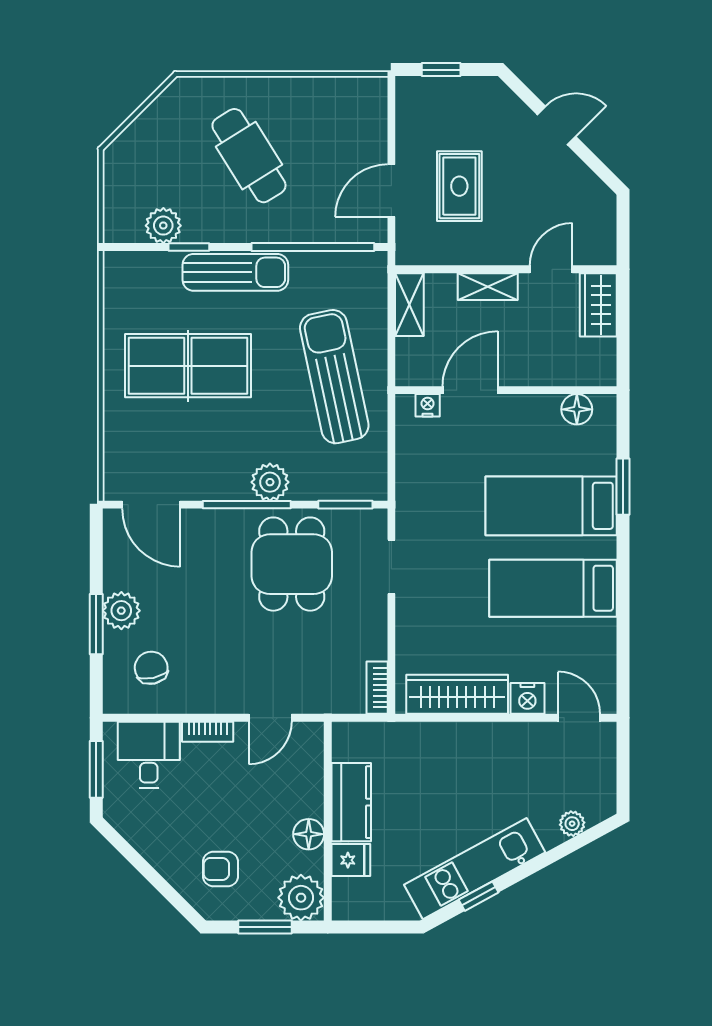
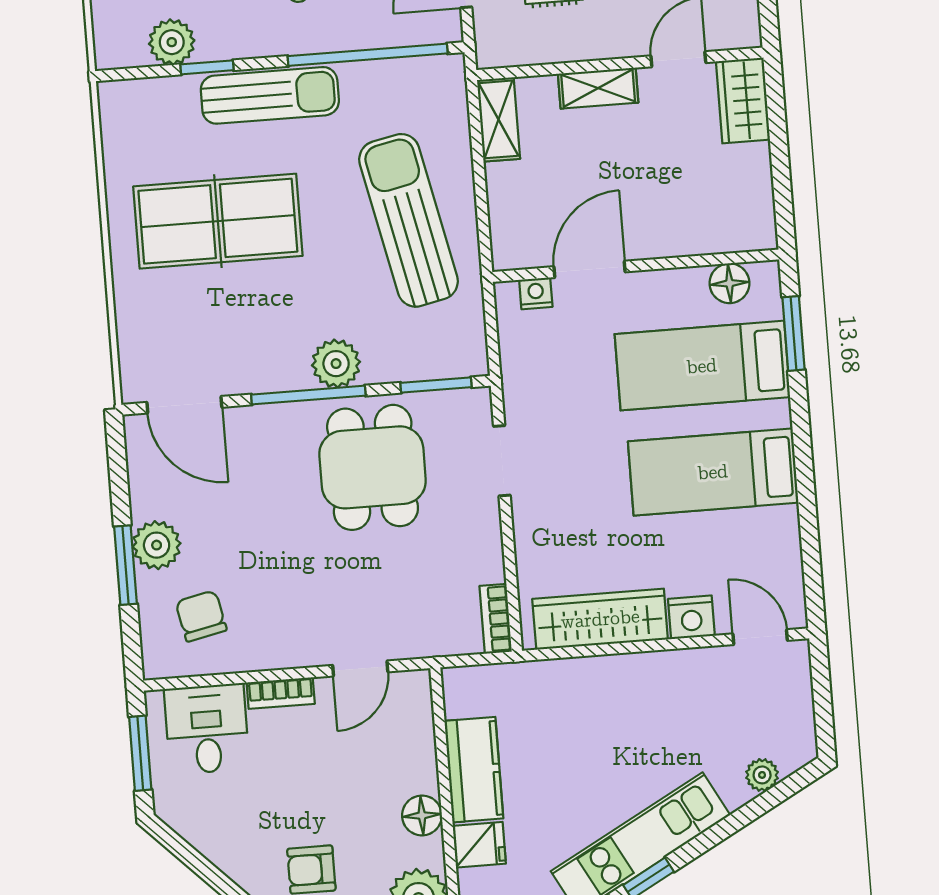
door: (470, 390) -> (589, 269), moved
wall: (506, 390) -> (636, 266), moved
nightstand: (428, 405) -> (536, 293), moved
floor lamp: (577, 409) -> (729, 283), moved

